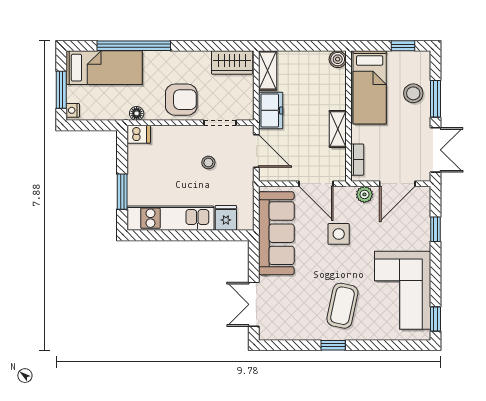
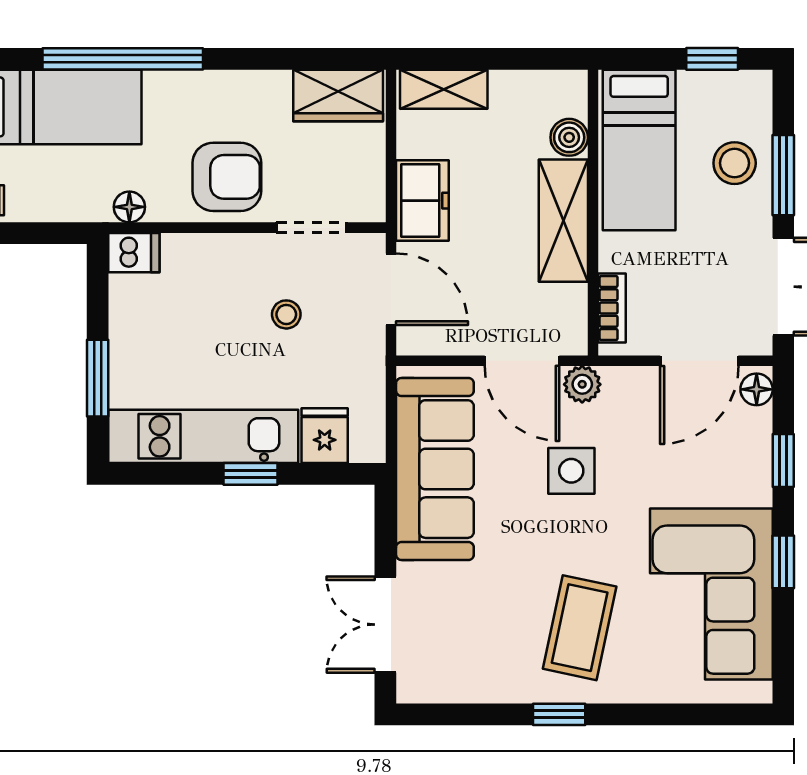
boiler: (338, 59) -> (569, 137), moved
shelving: (268, 71) -> (444, 89), moved, turned 90
shelving: (338, 129) -> (563, 221), width x1.50, depth x1.33
plant: (364, 194) -> (582, 384), moved
floor lamp: (423, 197) -> (757, 389), added
window: (192, 235) -> (250, 474), added
window: (436, 319) -> (783, 562), moved

